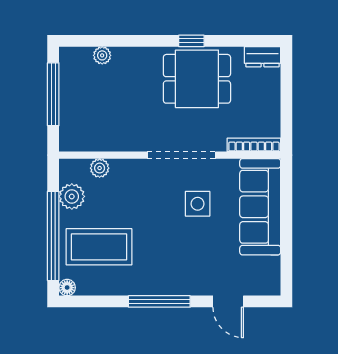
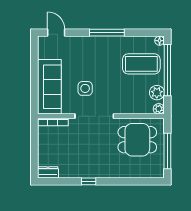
plant: (102, 55) -> (140, 173), removed
dining table: (197, 79) -> (137, 140), moved
plant: (100, 168) -> (159, 109), moved
door: (228, 301) -> (56, 33), moved

